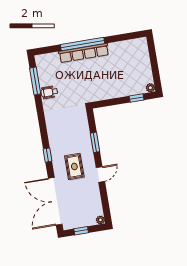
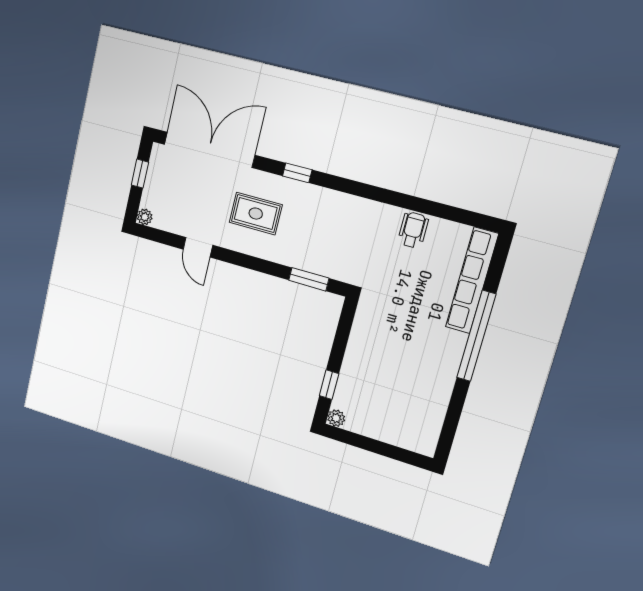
row of seats: (84, 53) -> (472, 281), moved
window: (35, 81) -> (447, 212), removed
window: (95, 142) -> (309, 279), moved
door: (100, 174) -> (198, 247), moved

